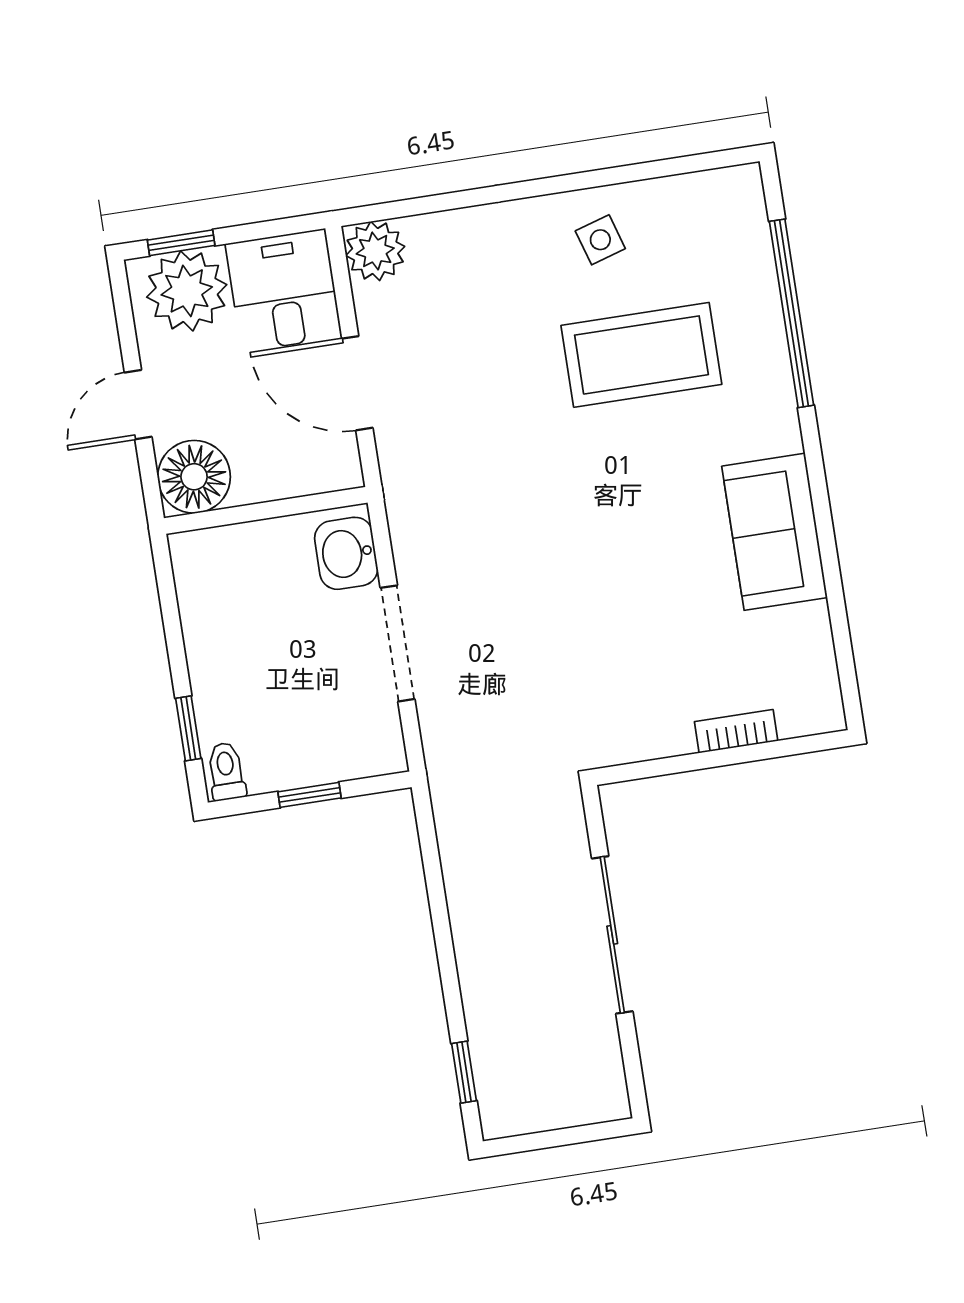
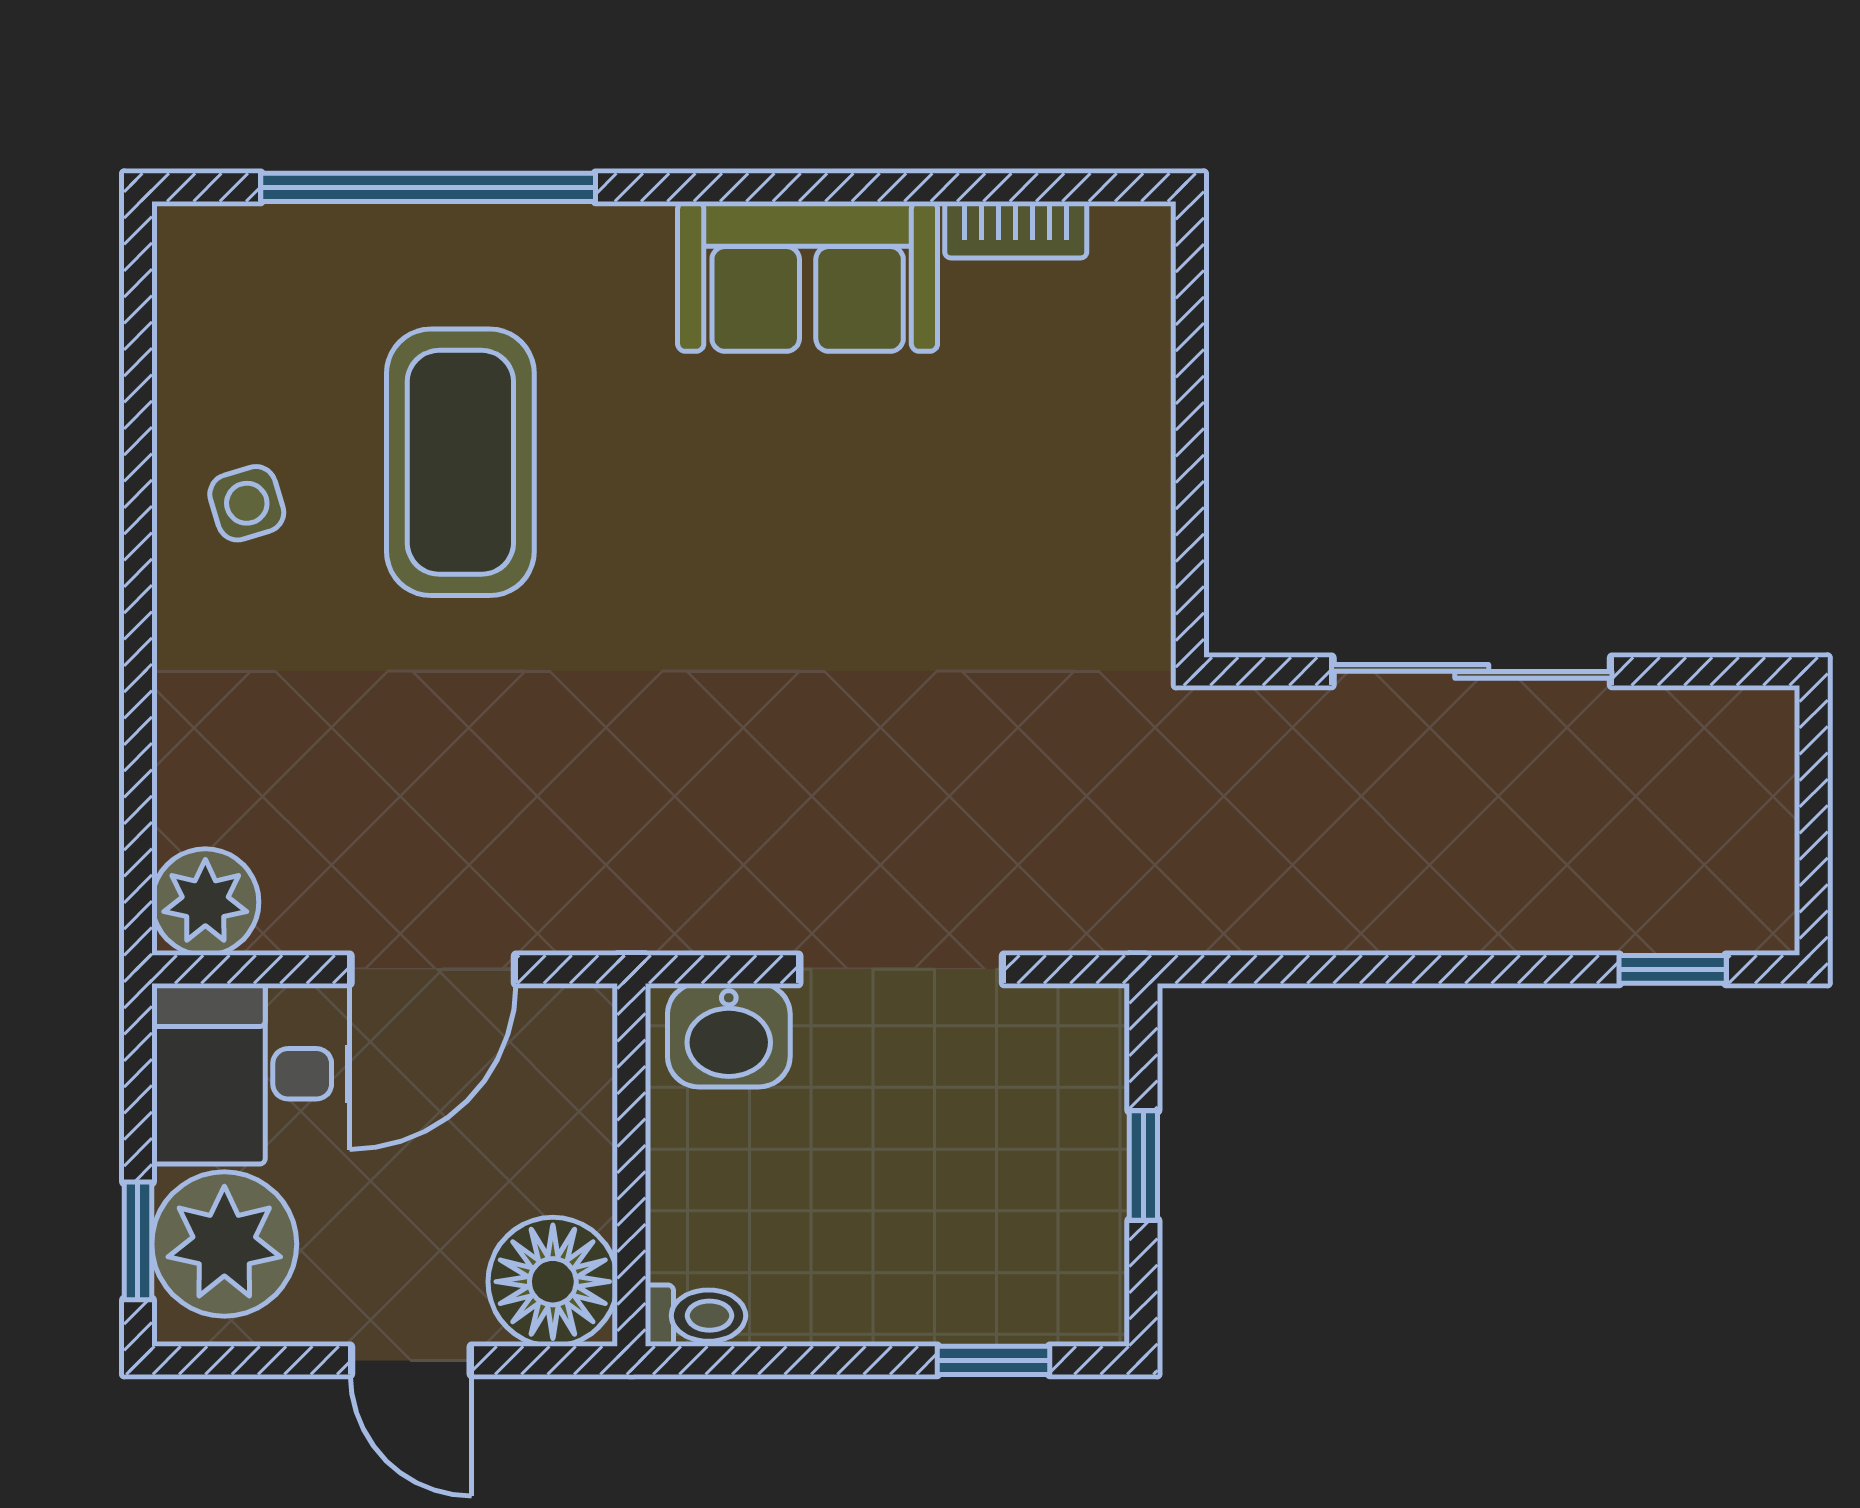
bookcase: (736, 731) -> (1016, 230), moved, turned -90
toilet: (226, 771) -> (695, 1316), moved, turned 180

